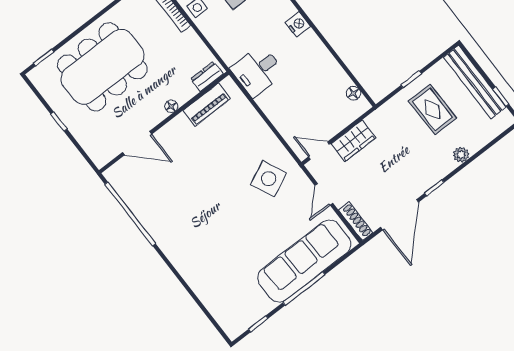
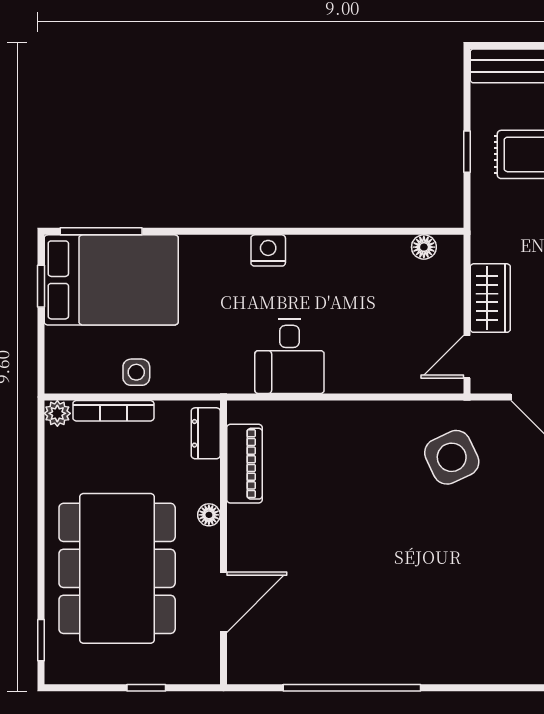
dresser: (207, 77) -> (206, 433), moved
piano: (207, 105) -> (245, 464), moved
floor lamp: (171, 106) -> (209, 515), moved
wall: (164, 122) -> (223, 542), moved
door: (137, 143) -> (223, 602), moved

